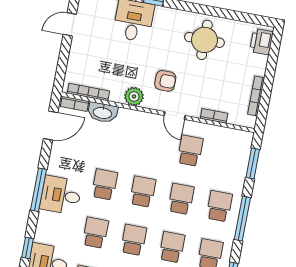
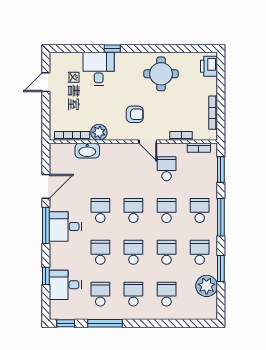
plant: (134, 96) -> (99, 132), moved
bookcase: (75, 104) -> (199, 148), moved
door: (51, 125) -> (46, 186), moved

